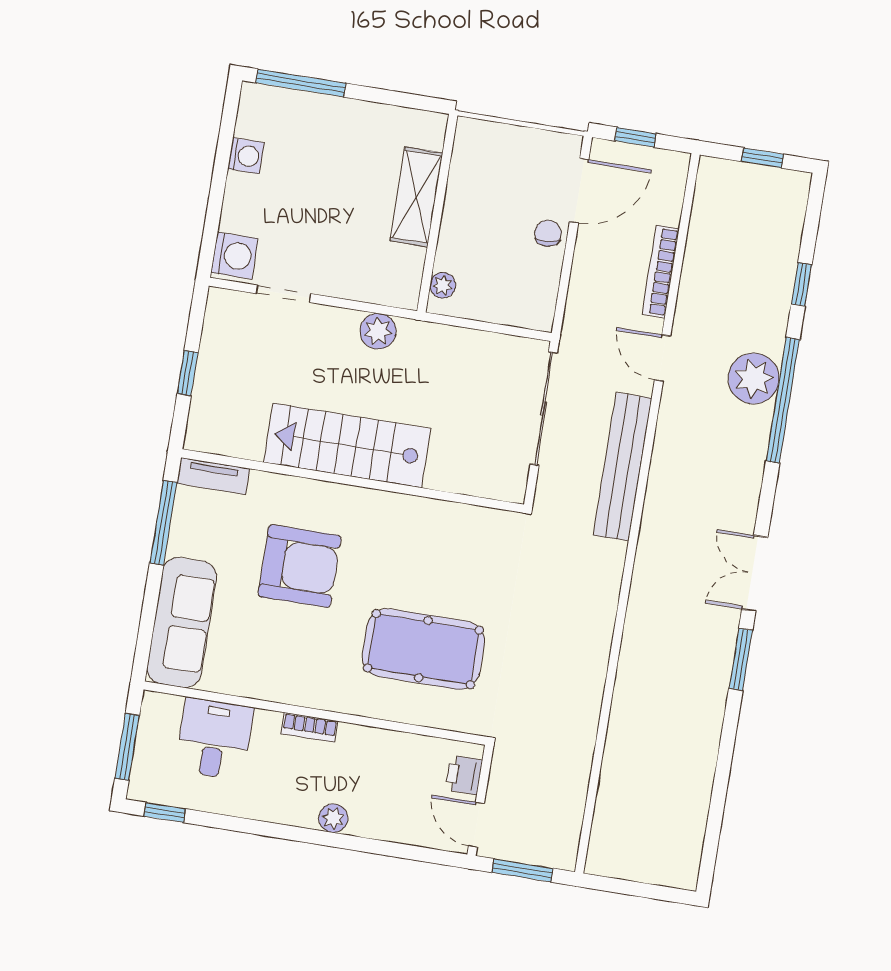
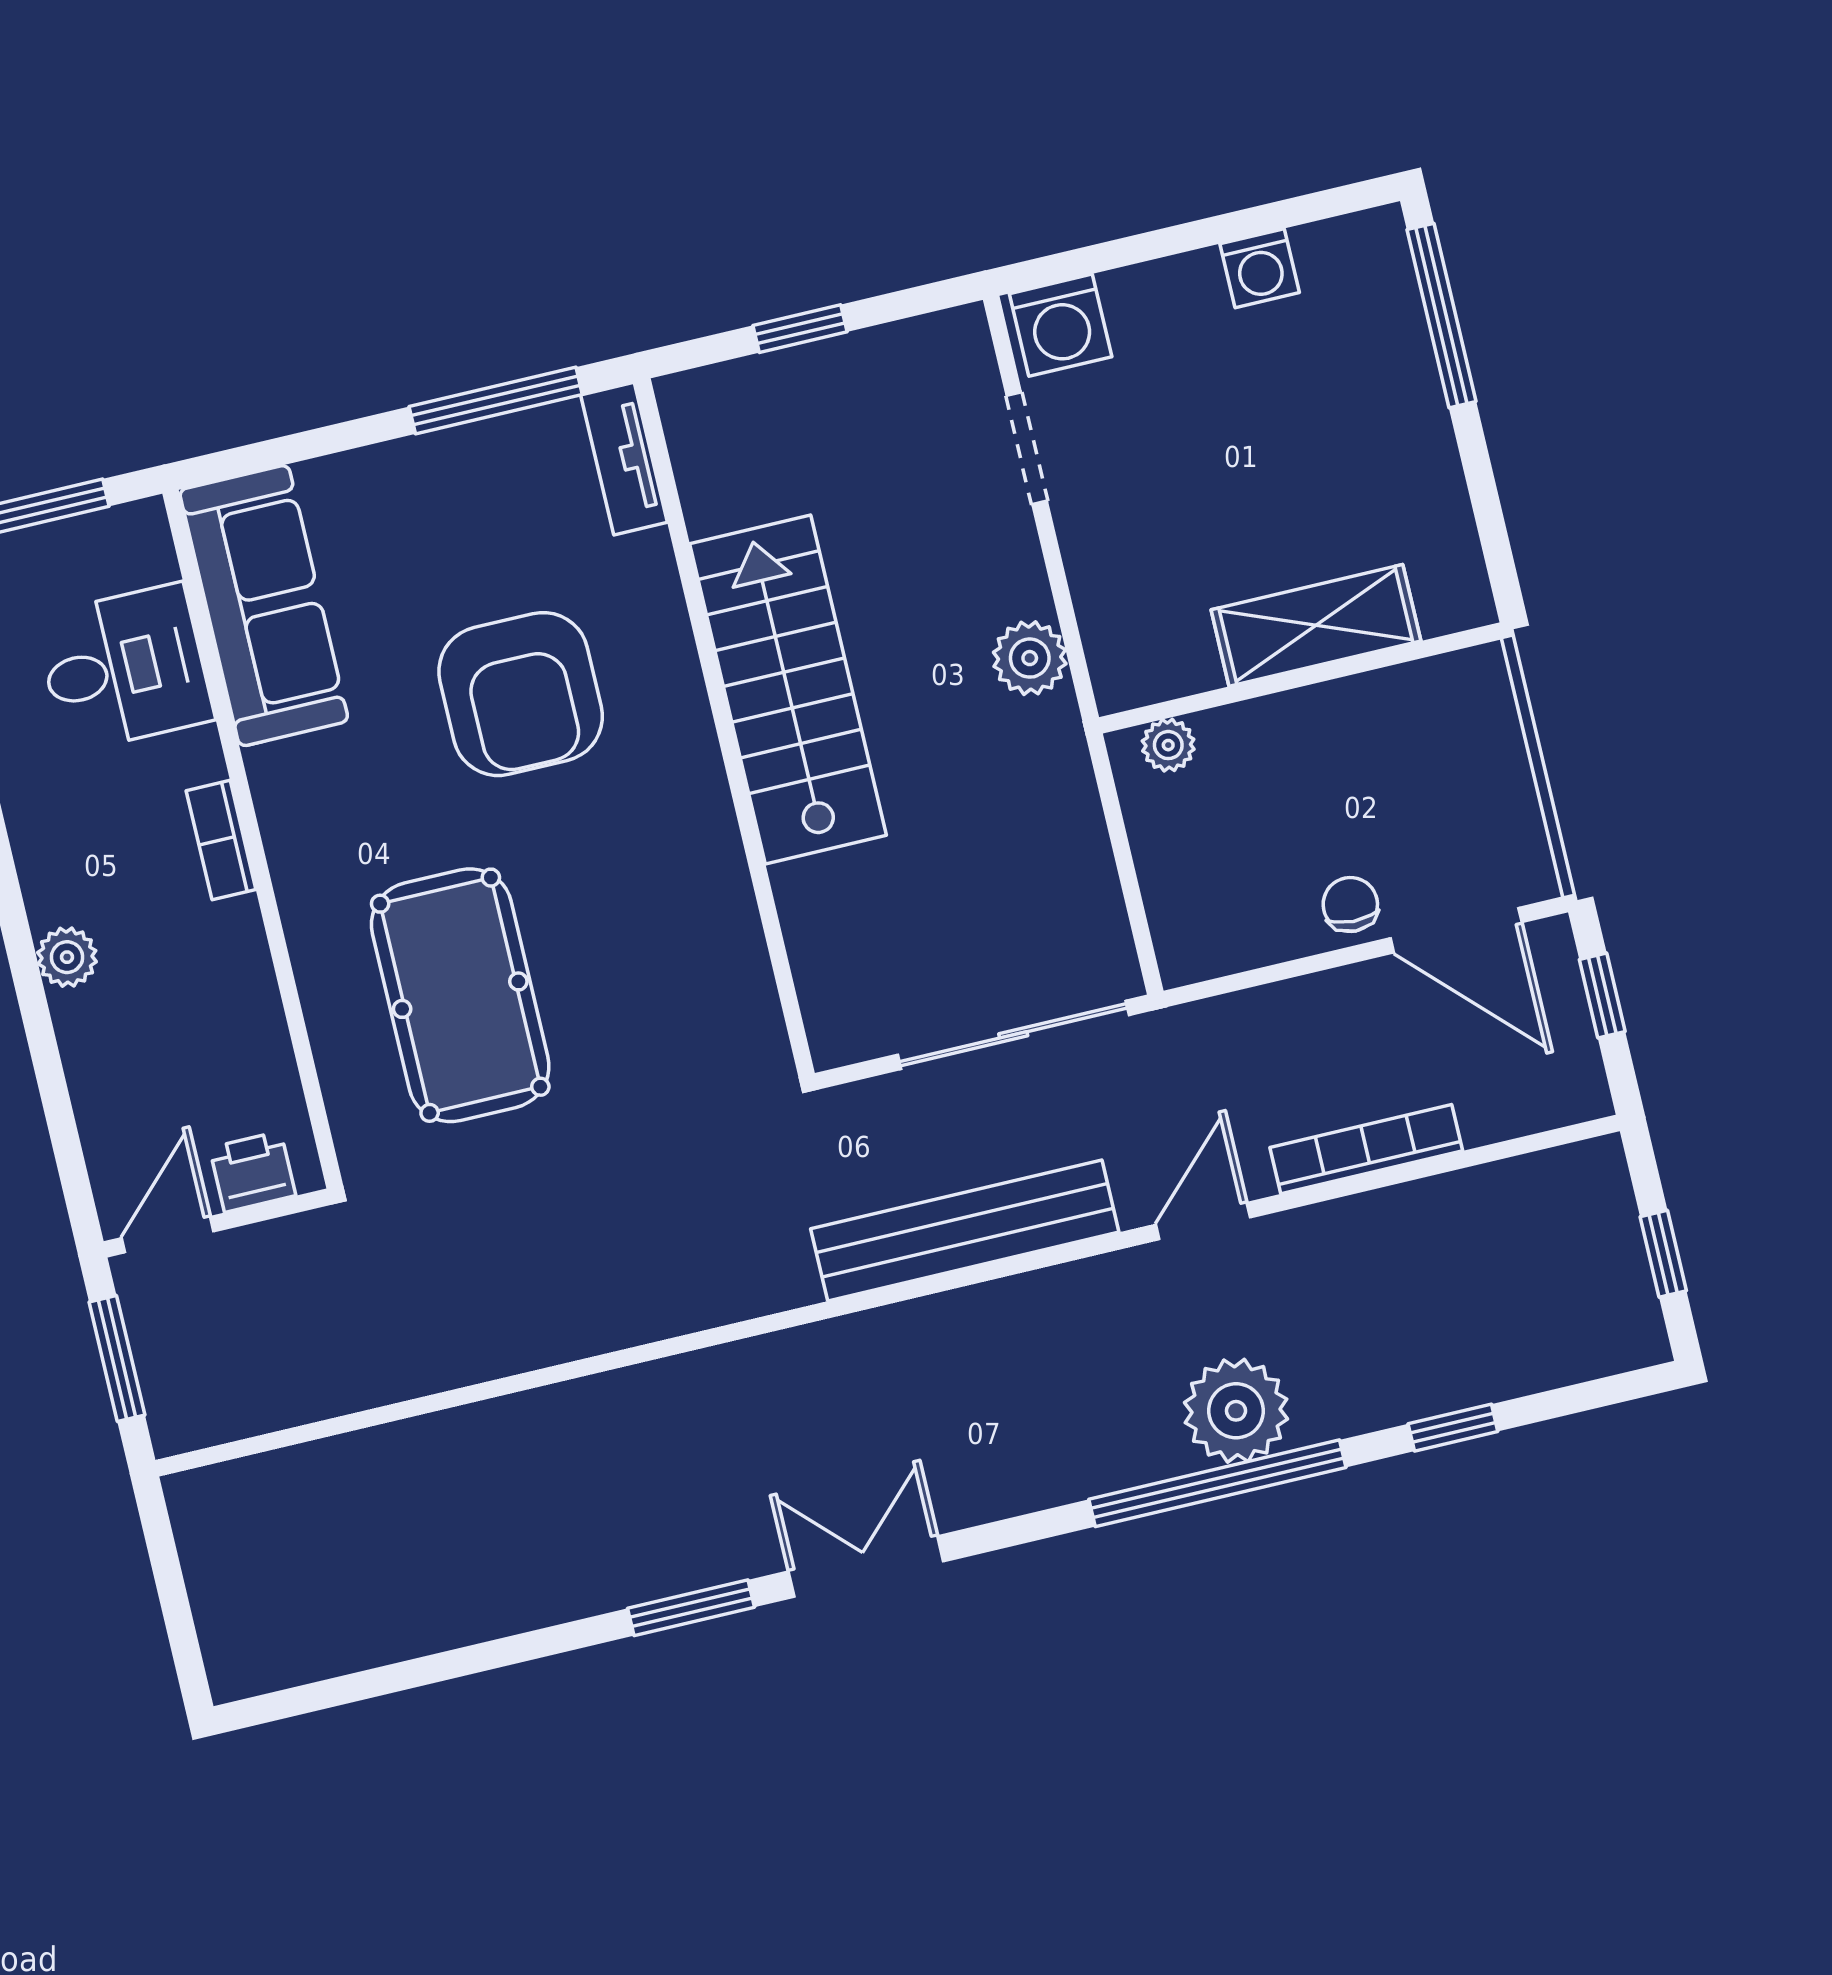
chair: (548, 233) -> (1350, 904), turned -83
sofa: (182, 622) -> (264, 606), moved, turned -90

